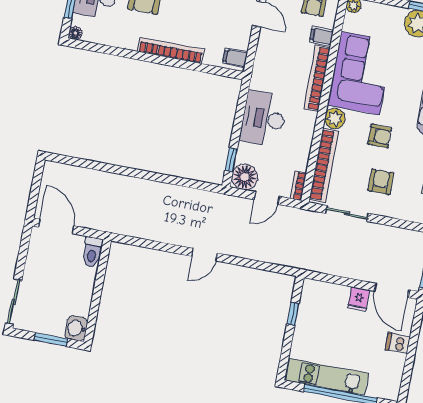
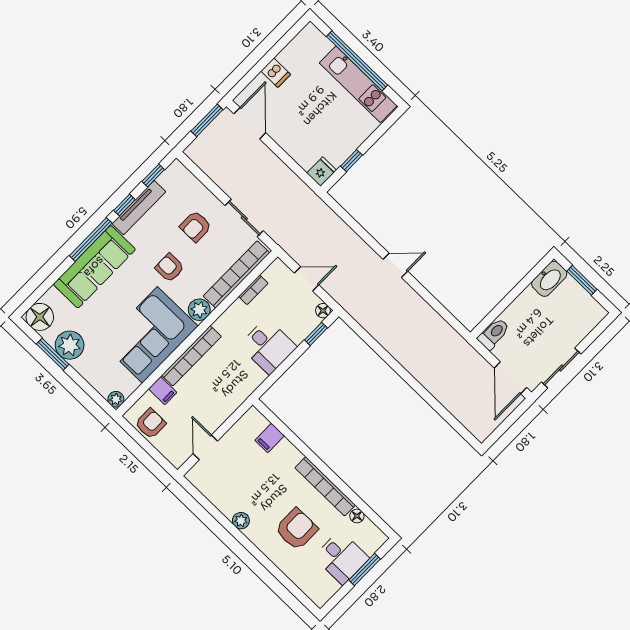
floor lamp: (75, 33) -> (357, 516), moved
bookcase: (171, 50) -> (325, 486), moved
filing cabinet: (235, 58) -> (270, 438), moved, turned 90
desk: (263, 119) -> (268, 346), width x0.73
floor lamp: (245, 177) -> (323, 311), width x0.53, depth x0.53
bookcase: (298, 186) -> (253, 290), moved
fridge: (359, 299) -> (322, 172), moved
sliding door: (14, 302) -> (561, 368), moved
washbasin: (76, 328) -> (549, 279), width x1.38

